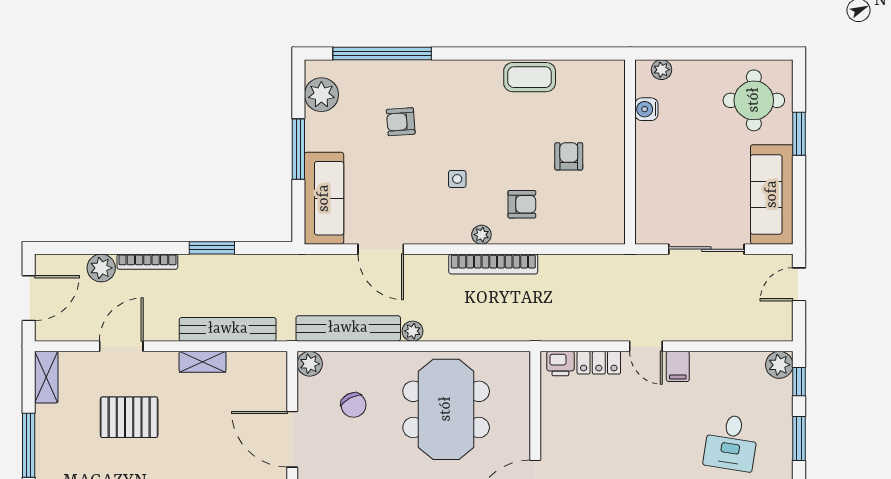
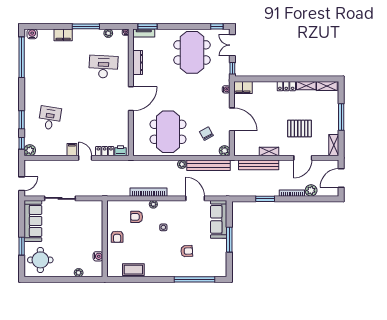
plant: (321, 95) -> (220, 262), removed
water cooler: (646, 109) -> (98, 256), moved
wall: (630, 152) -> (105, 239), moved

